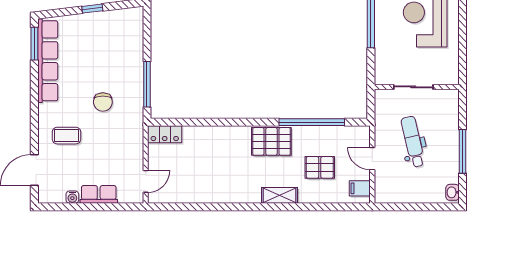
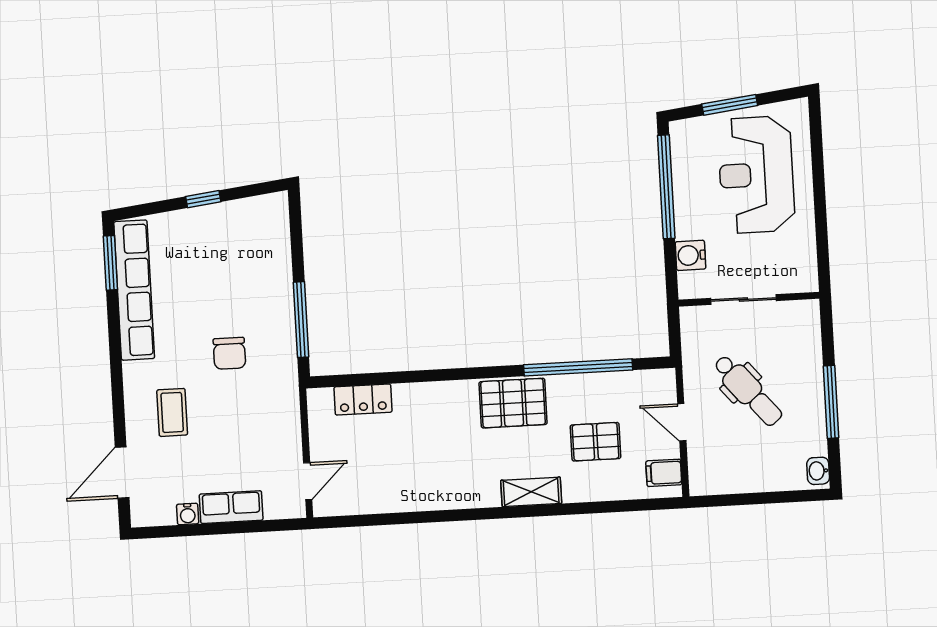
water cooler: (383, 59) -> (690, 255), added
locker: (165, 134) -> (363, 400), moved
coffee table: (66, 136) -> (172, 412), turned 90
dental chair: (413, 142) -> (748, 390), turned 153

